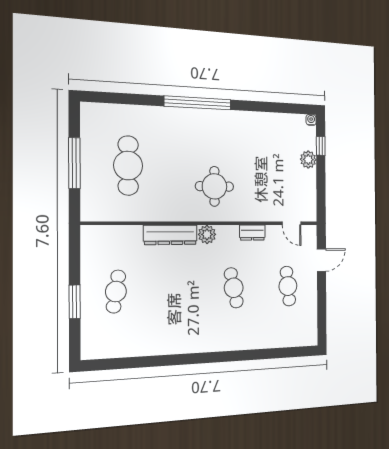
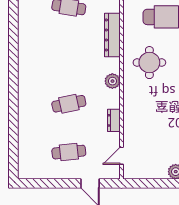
round table: (214, 186) -> (149, 63), moved
dresser: (170, 235) -> (112, 35), moved

